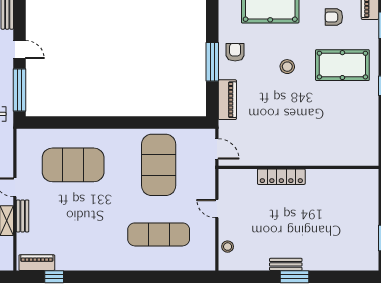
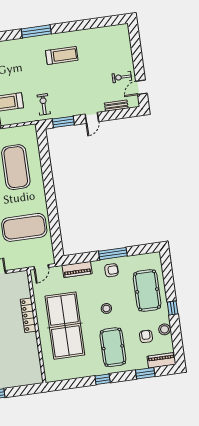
window: (212, 62) -> (113, 254), moved
window: (19, 90) -> (63, 122), width x0.69
table tennis table: (303, 128) -> (65, 326), added

